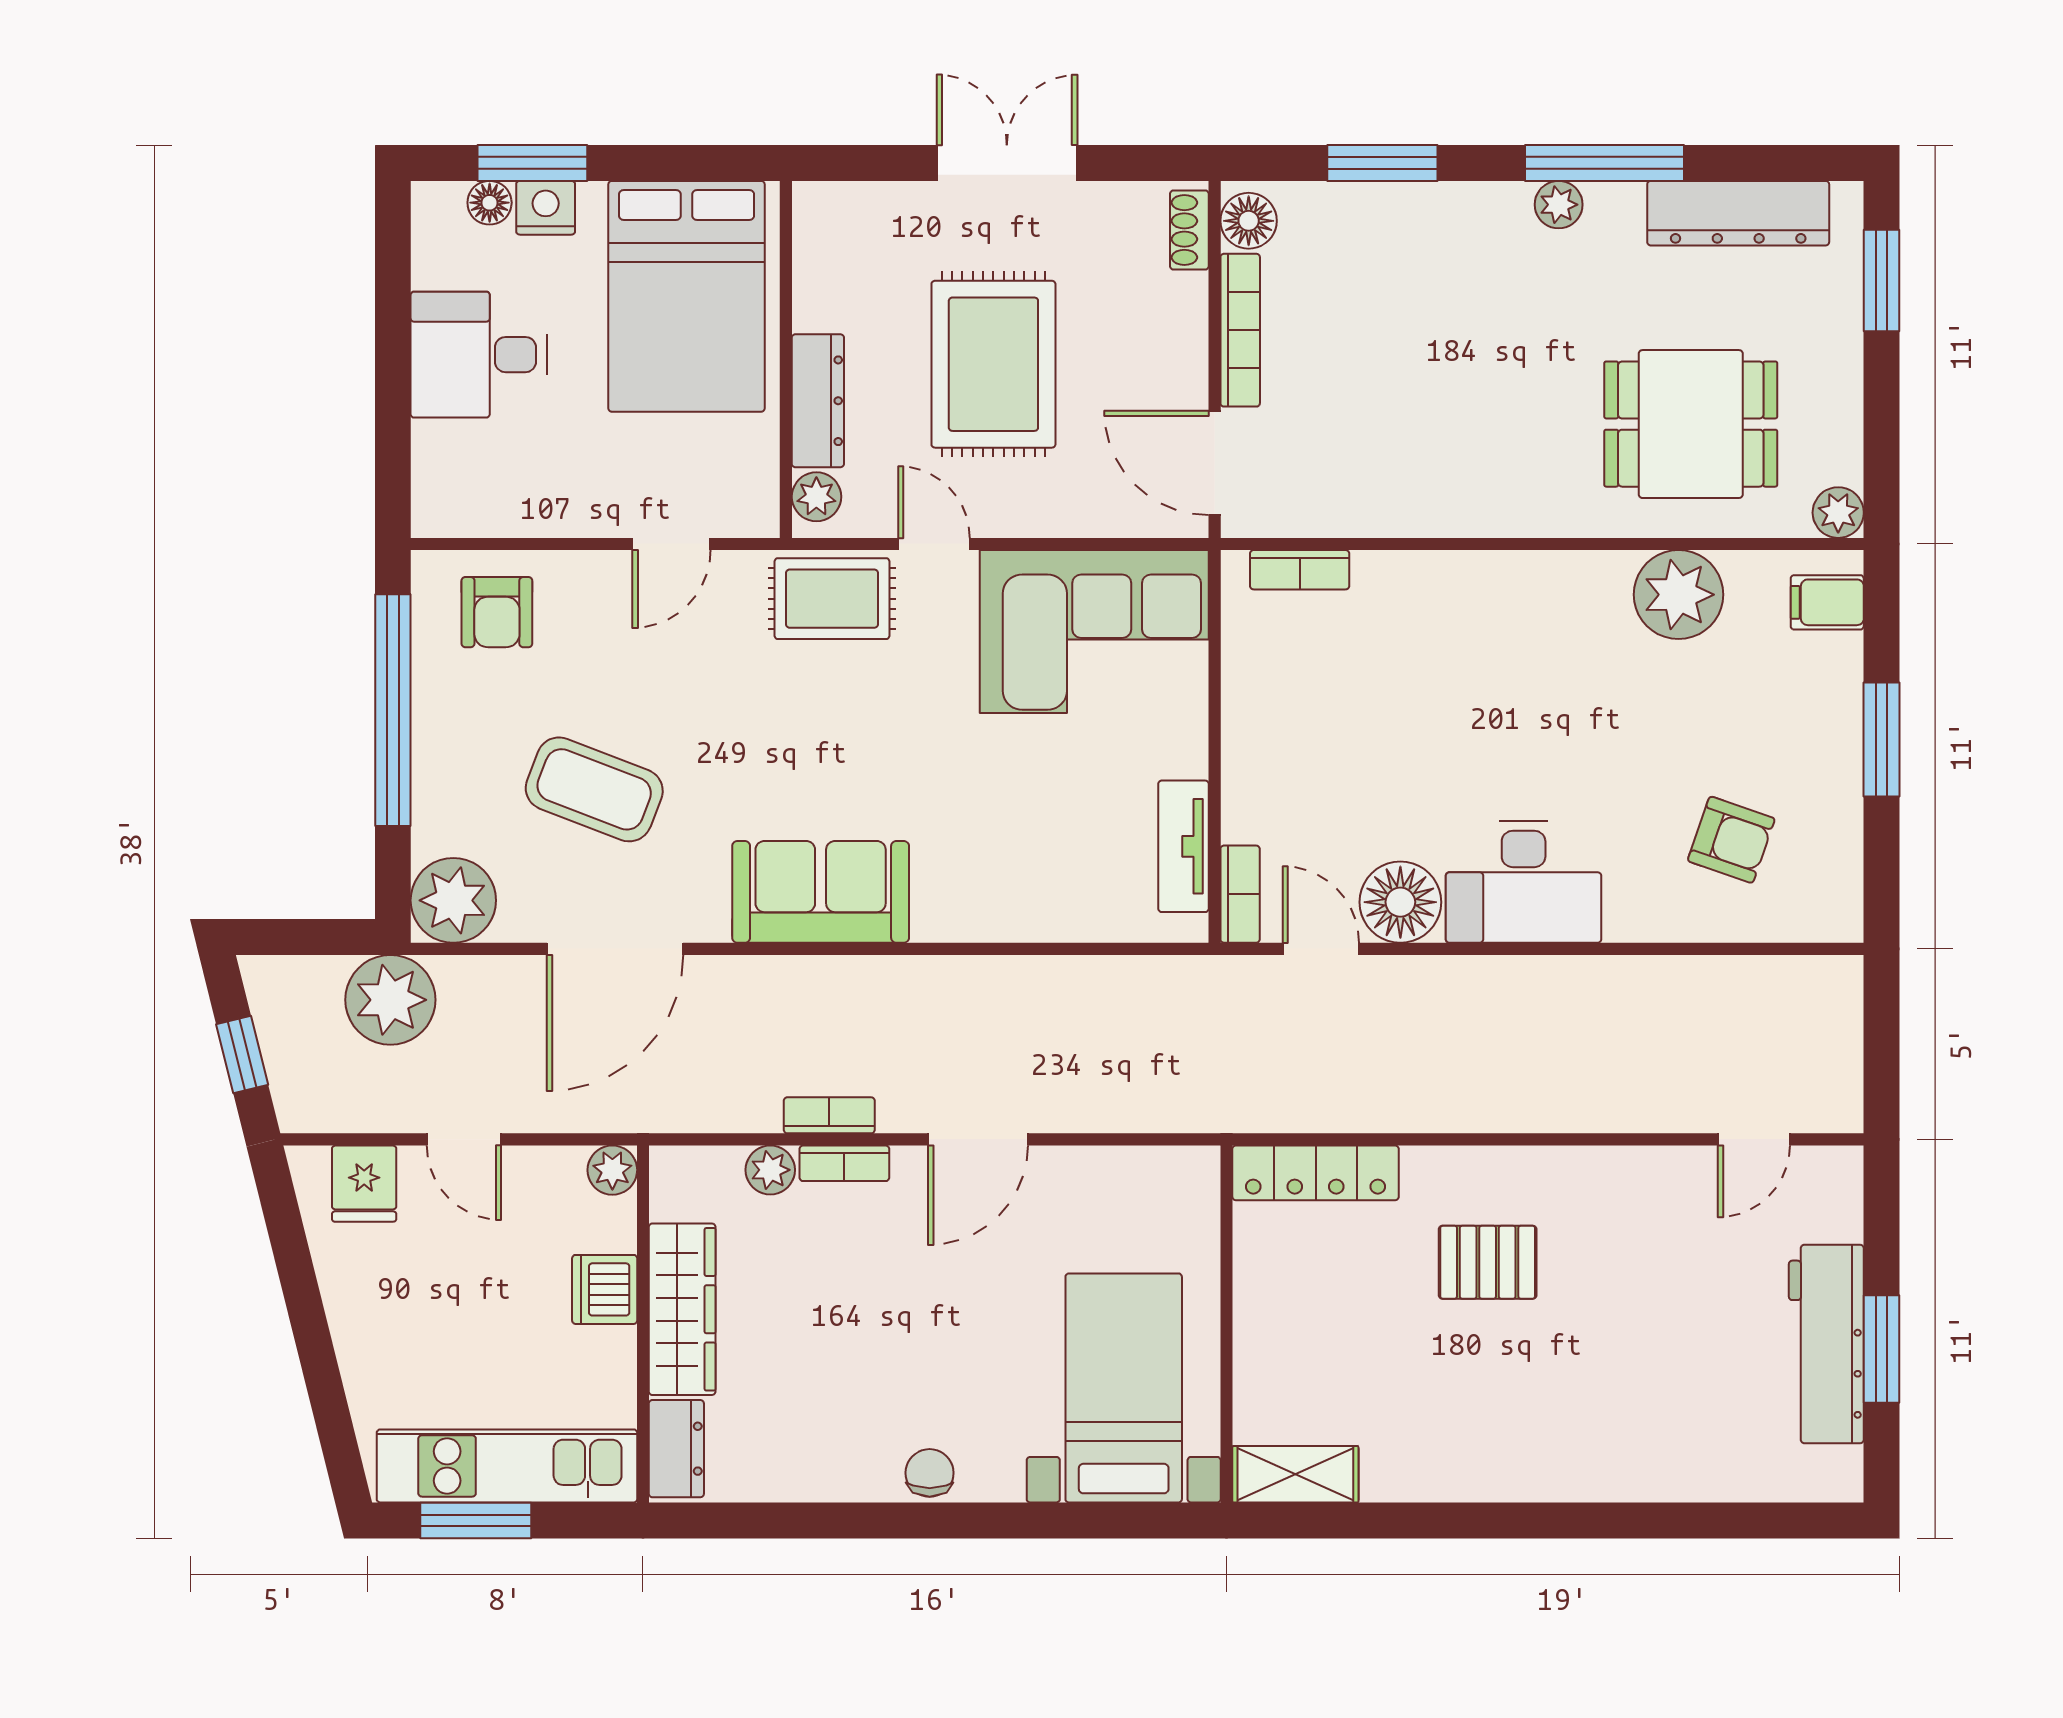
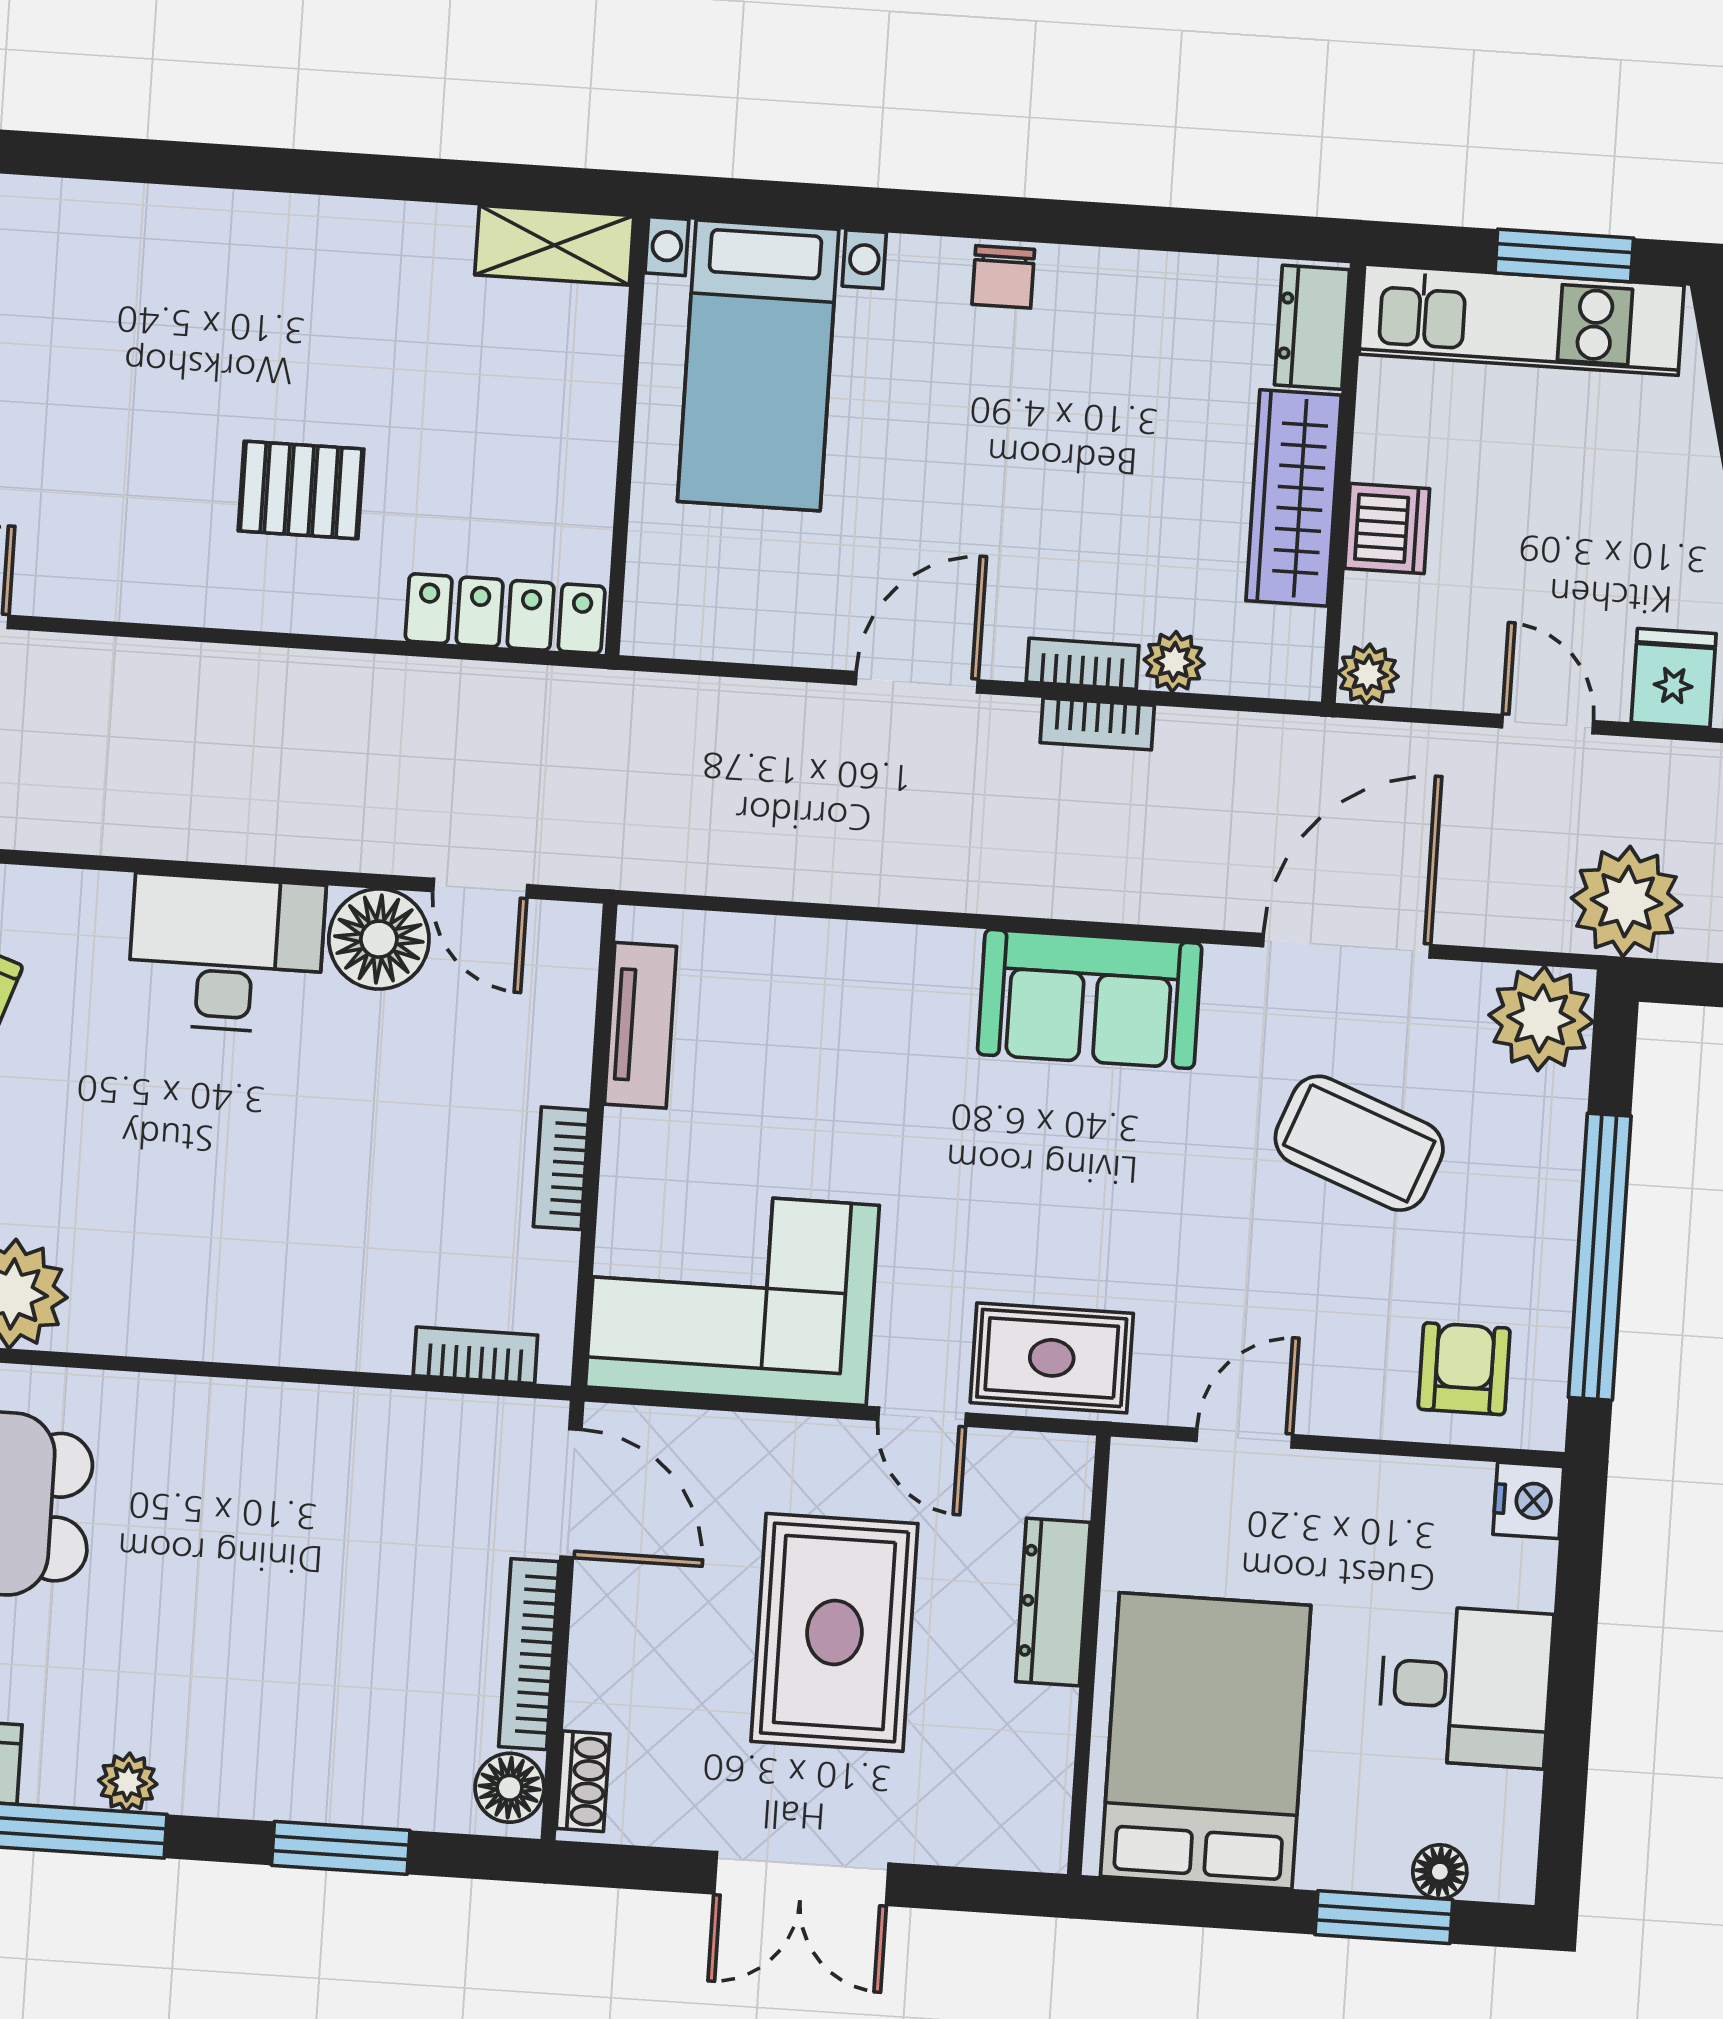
nightstand: (546, 208) -> (1528, 1500), moved, turned -90
plant: (816, 497) -> (1062, 1484), removed
bookcase: (1240, 894) -> (561, 1168), moved

